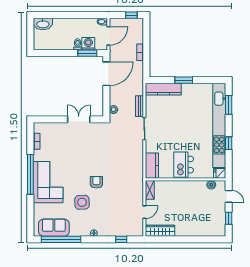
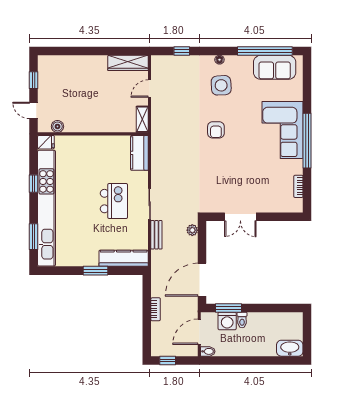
kitchen island: (184, 165) -> (114, 201), moved
side table: (82, 202) -> (221, 85), moved

